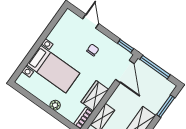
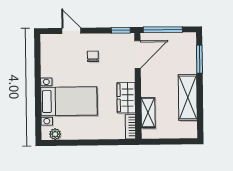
door: (125, 71) -> (138, 55), hinge flipped
plant: (55, 105) -> (55, 134), moved

